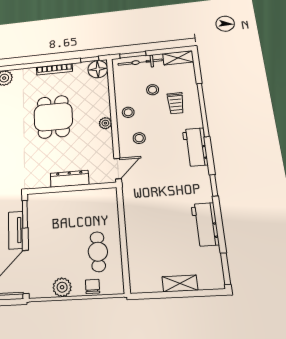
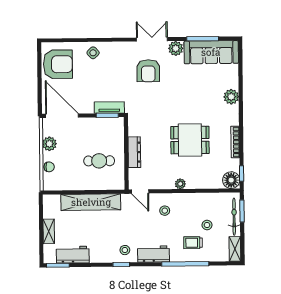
stool: (128, 112) -> (125, 250), moved
workbench: (205, 224) -> (73, 255), moved
shelving: (136, 229) -> (91, 202), added
tv unit: (16, 230) -> (109, 107), moved
cafe table: (98, 252) -> (99, 161), moved

